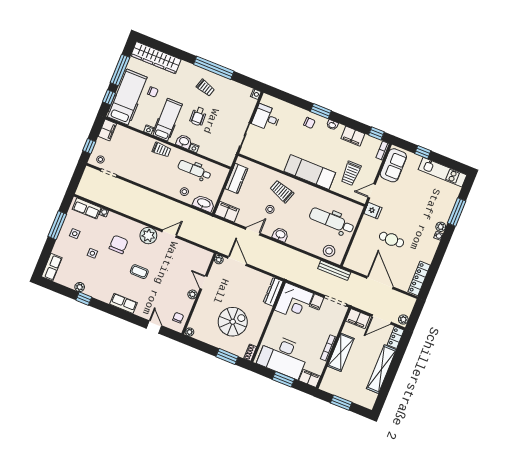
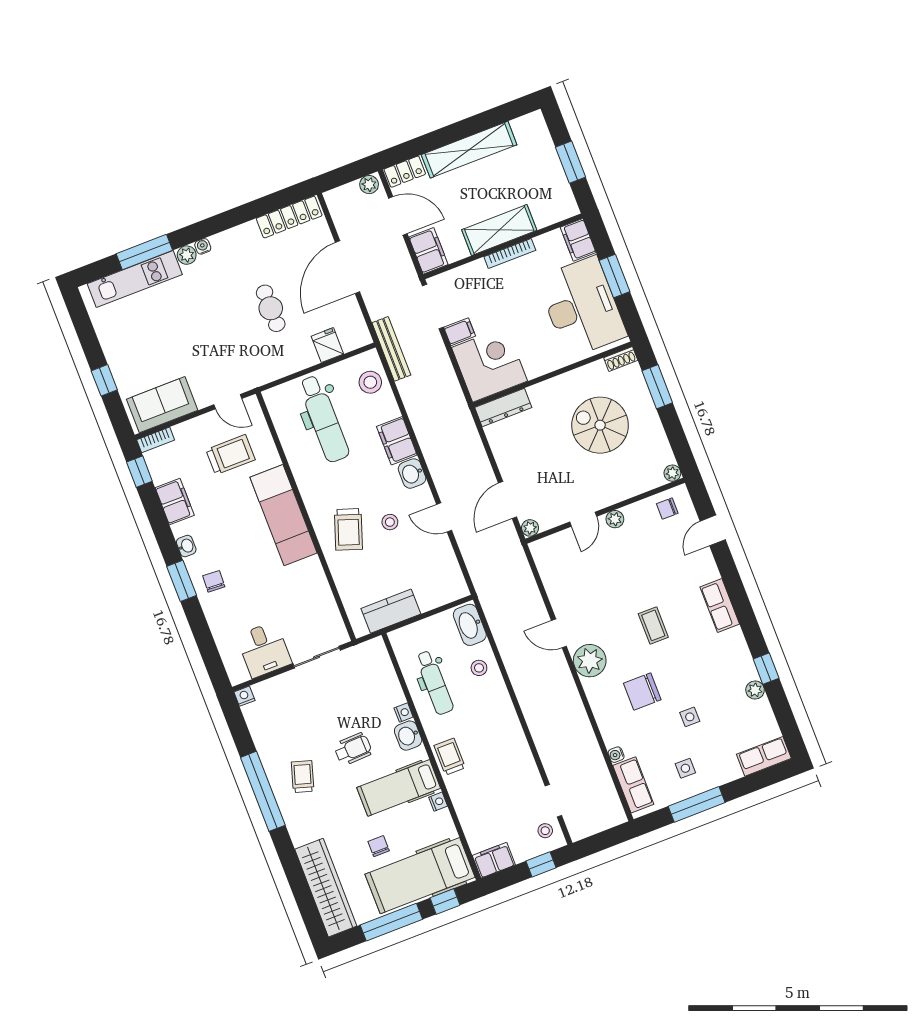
kitchen unit: (443, 172) -> (135, 279), moved, turned 90
fridge: (373, 211) -> (327, 345), moved
filing cabinet: (227, 212) -> (397, 441), moved

